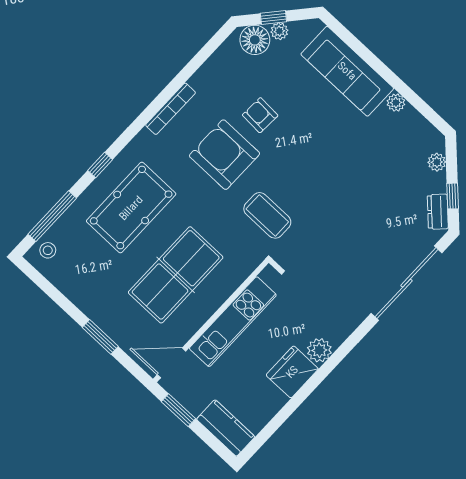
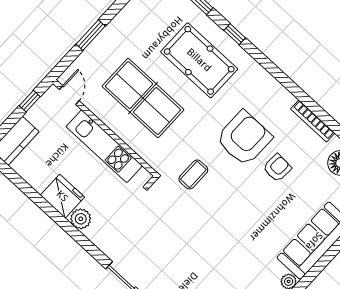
bookcase: (171, 109) -> (313, 121), moved
coffee table: (267, 215) -> (193, 174), width x0.73, depth x0.77
door: (171, 363) -> (69, 95), width x0.73
window: (178, 410) -> (30, 101), width x0.67

